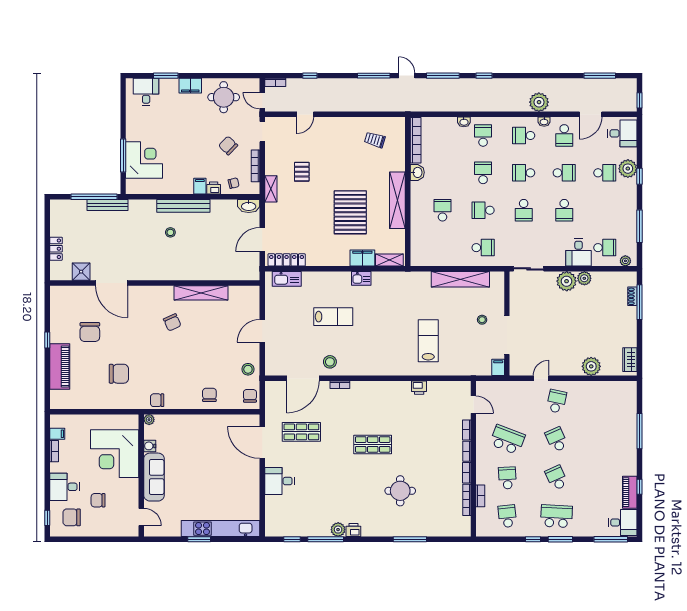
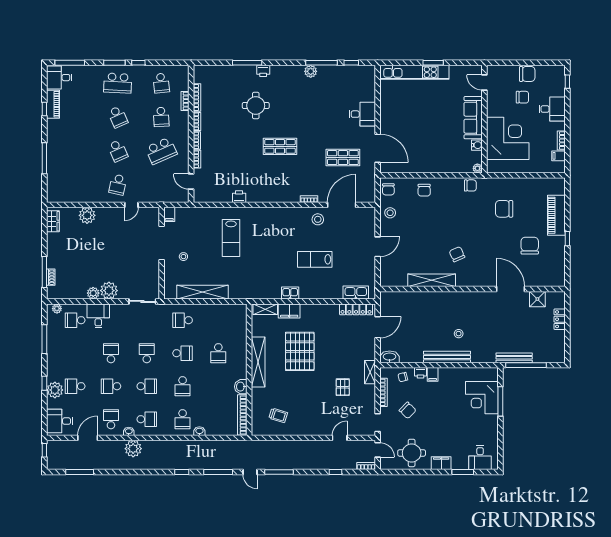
school desk: (507, 440) -> (161, 151), turned -45
chair: (72, 517) -> (527, 74), moved
printer: (353, 530) -> (263, 71), moved

